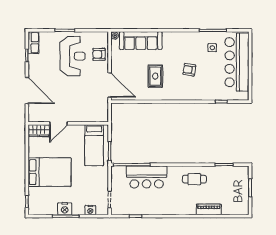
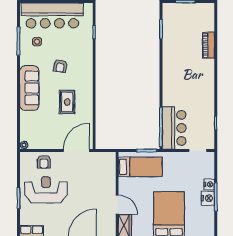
sofa: (141, 41) -> (29, 88), moved
rug: (155, 76) -> (67, 102), turned 90
bar counter: (147, 177) -> (174, 128), moved
cafe table: (194, 179) -> (176, 61), removed
nightstand: (90, 210) -> (209, 184), moved

